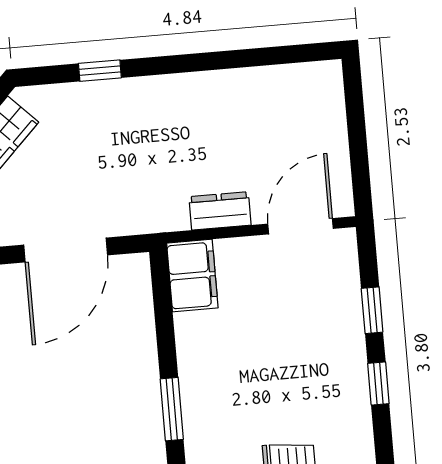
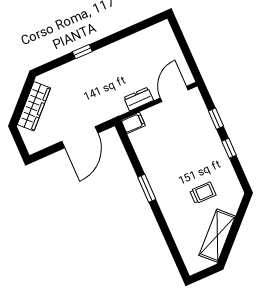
window: (100, 71) -> (82, 52), moved
filing cabinet: (192, 275) -> (133, 123), width x0.50

